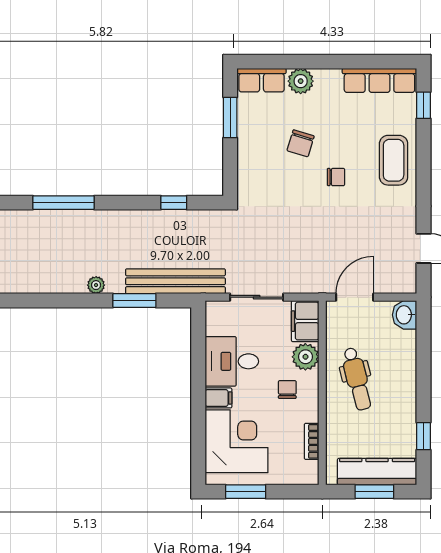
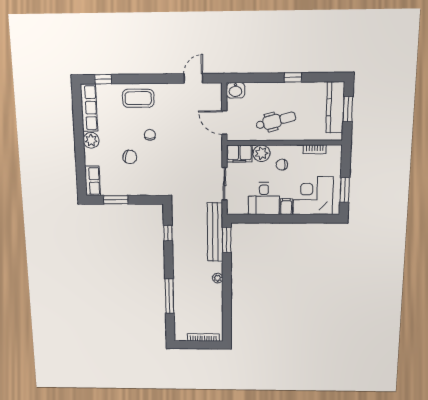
plant: (301, 81) -> (91, 140), moved
window: (134, 301) -> (227, 240), moved
window: (424, 436) -> (293, 77), moved

